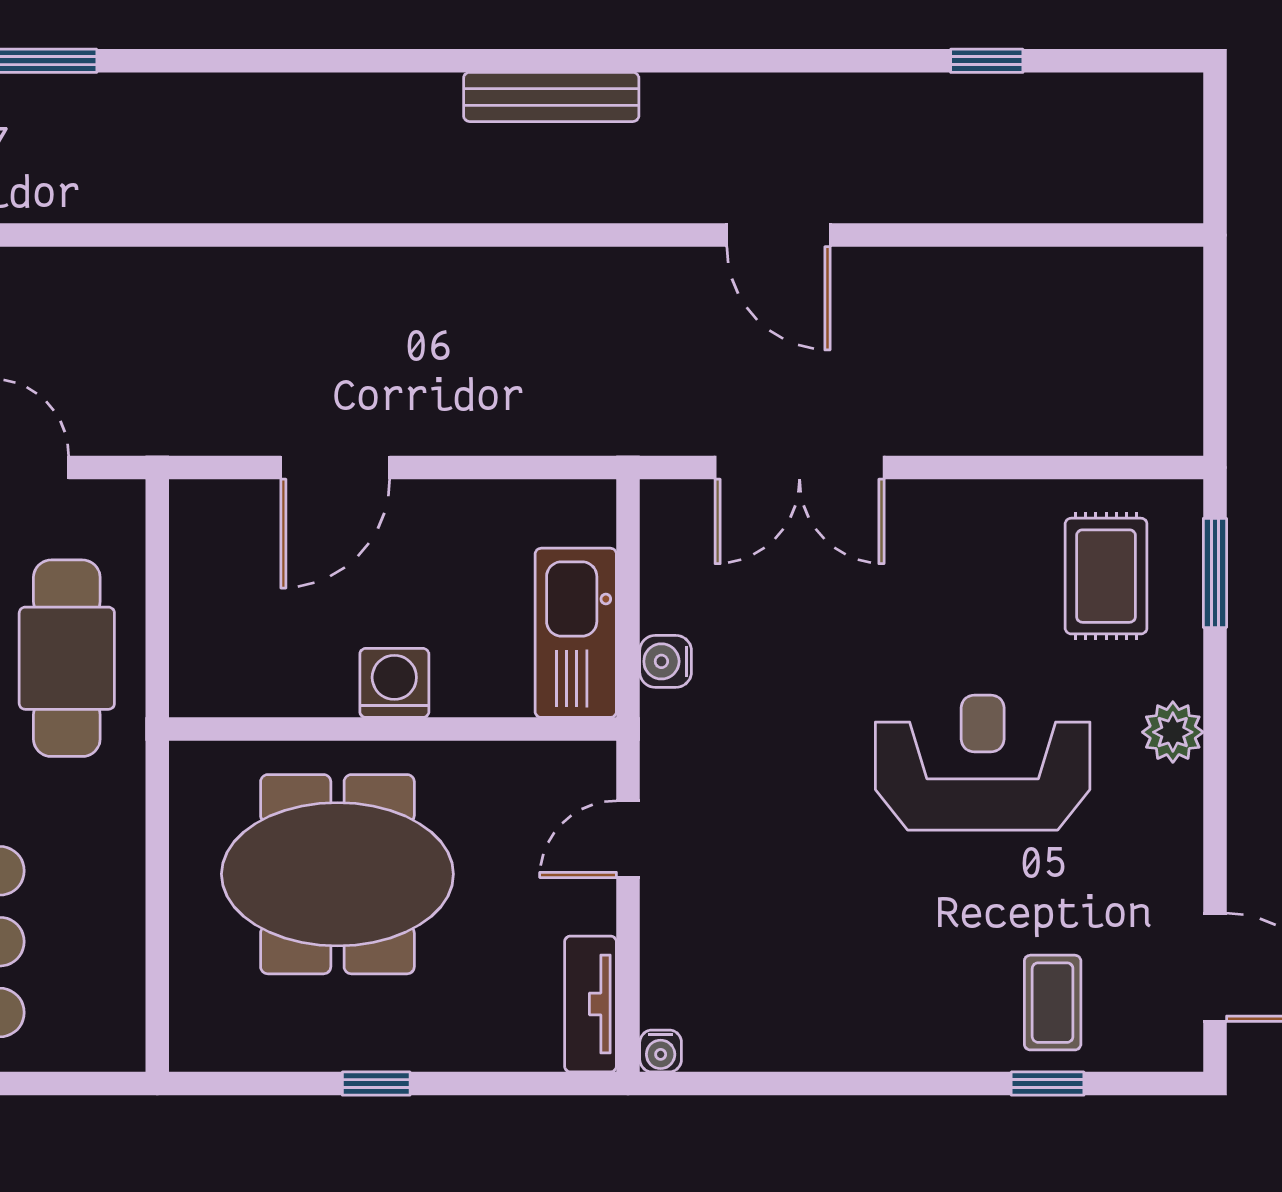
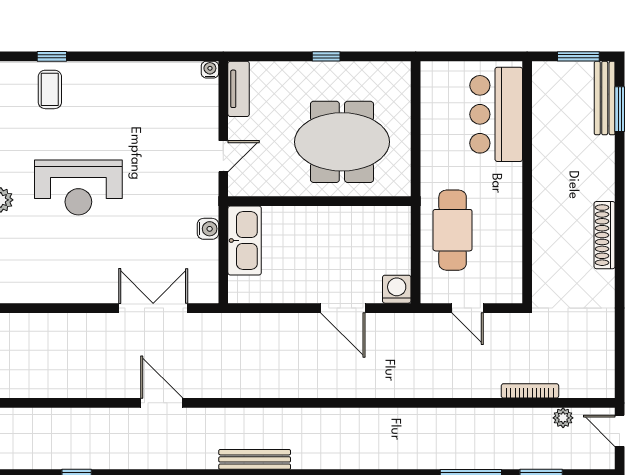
door: (335, 468) -> (343, 308), swing flipped
rug: (1106, 576) -> (28, 264), removed
washing machine: (394, 683) -> (397, 289), moved, turned 180

